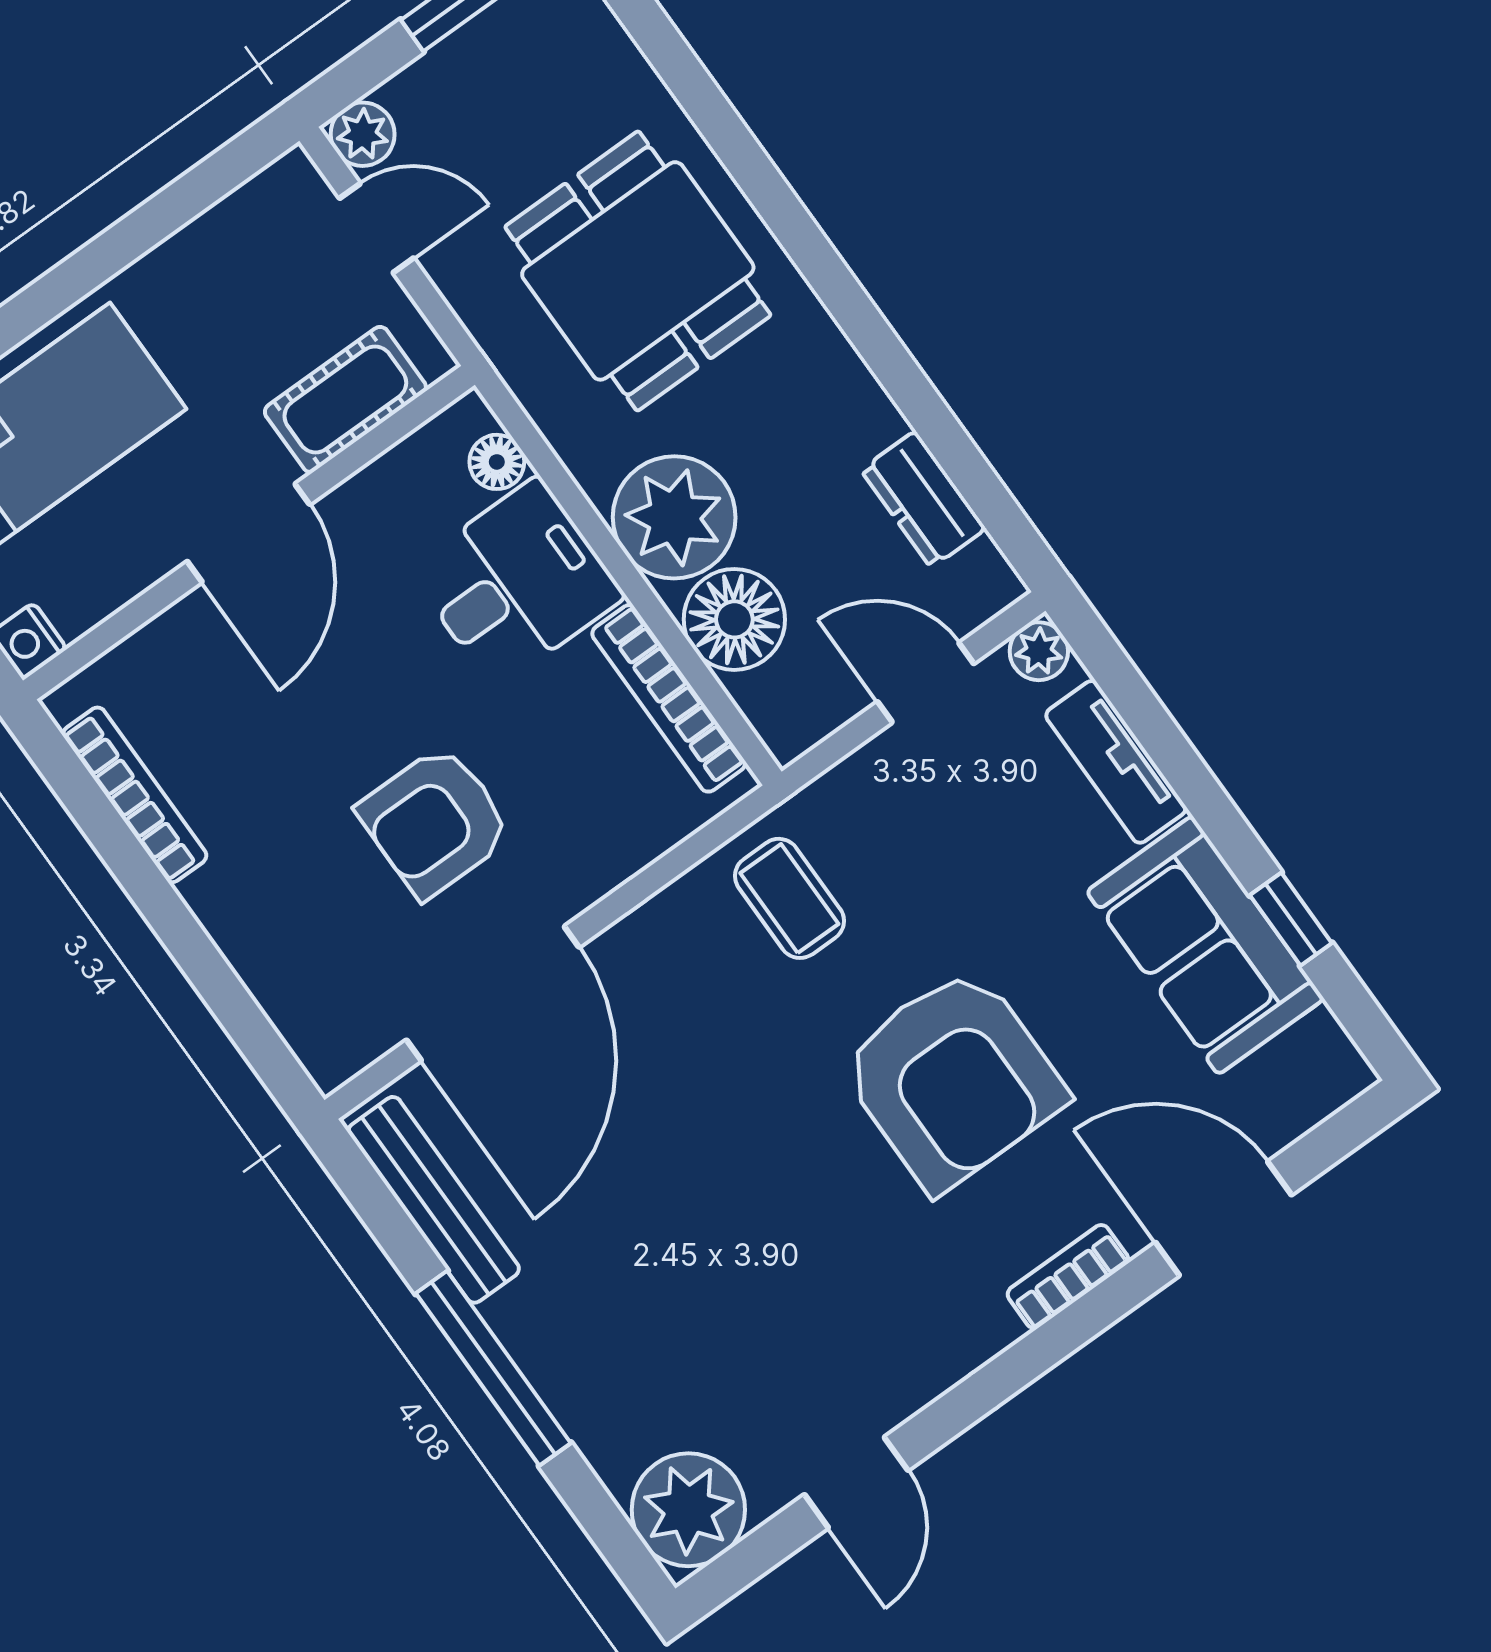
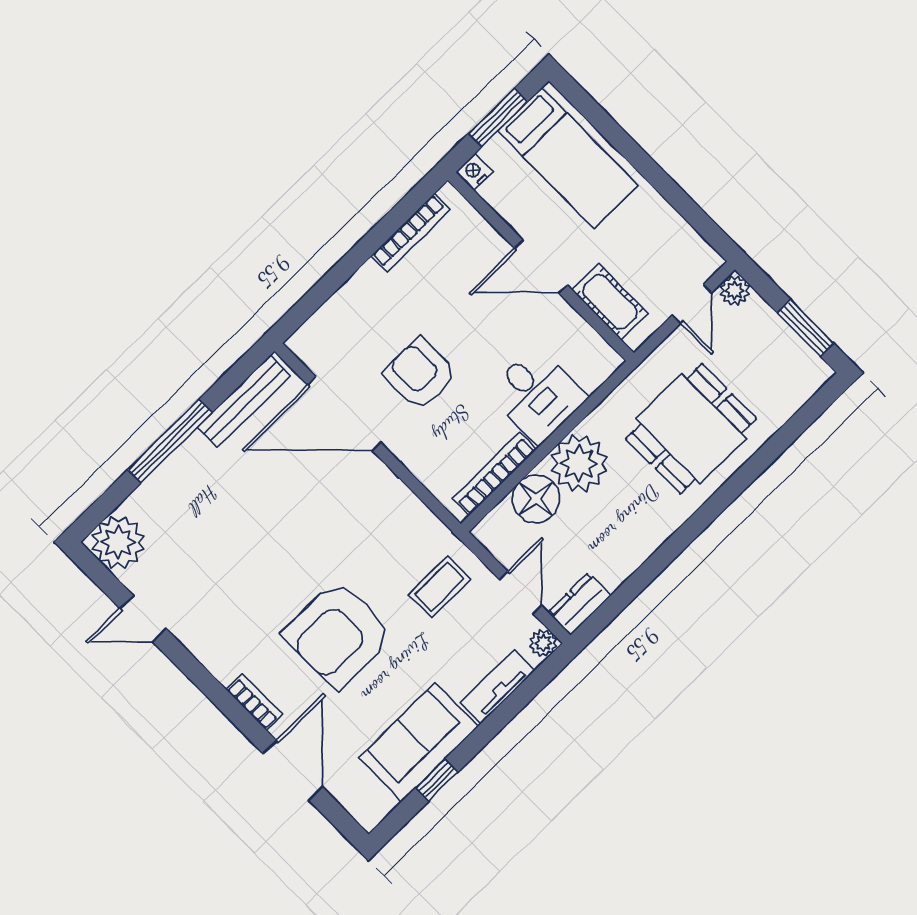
floor lamp: (497, 462) -> (592, 377), removed
dresser: (923, 499) -> (580, 604), moved
coffee table: (789, 898) -> (439, 587), moved

